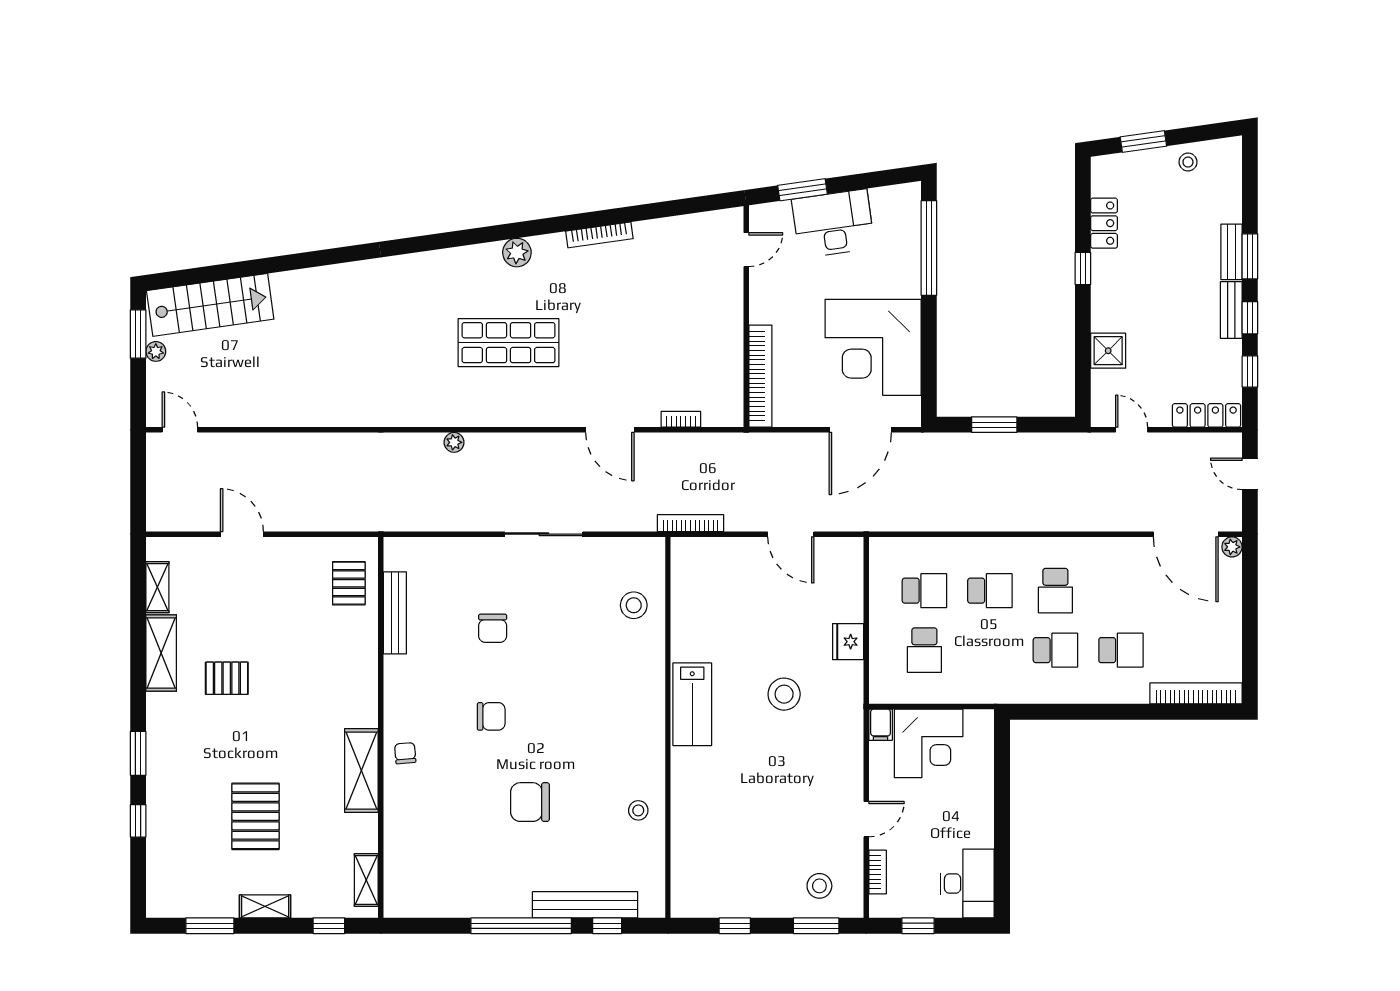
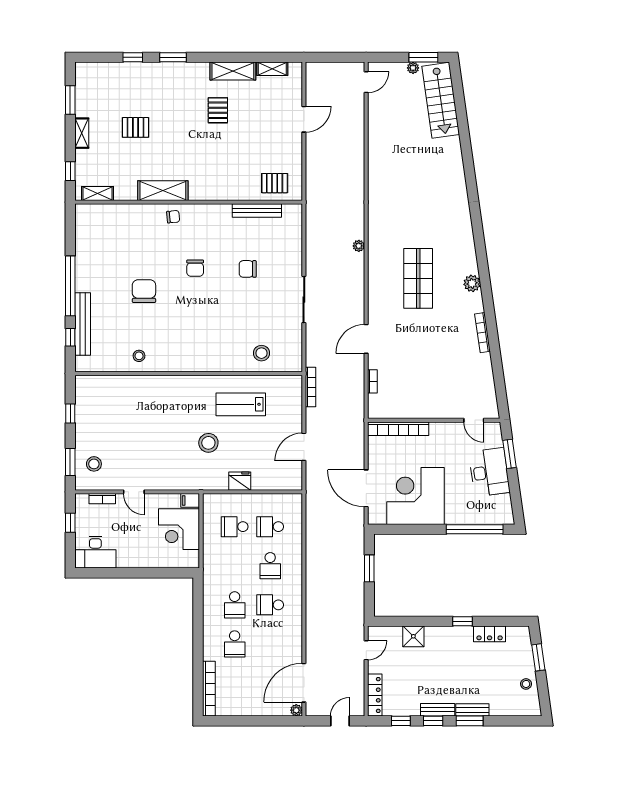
school desk: (924, 591) -> (270, 527), turned 90
lab bench: (692, 704) -> (241, 404), moved
pallet: (256, 816) -> (136, 127), width x0.67, depth x0.71

